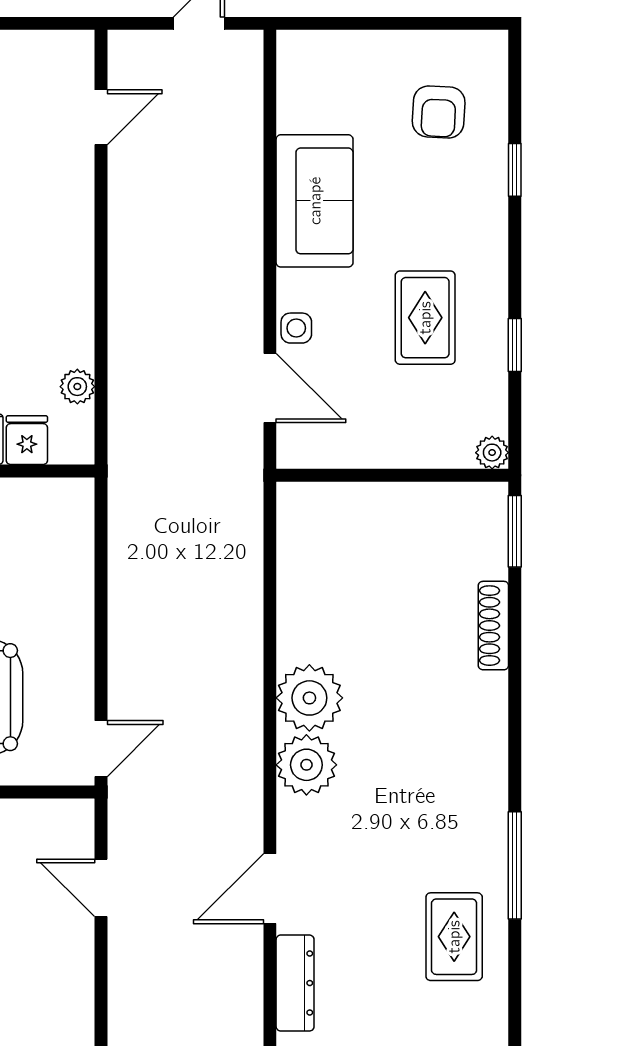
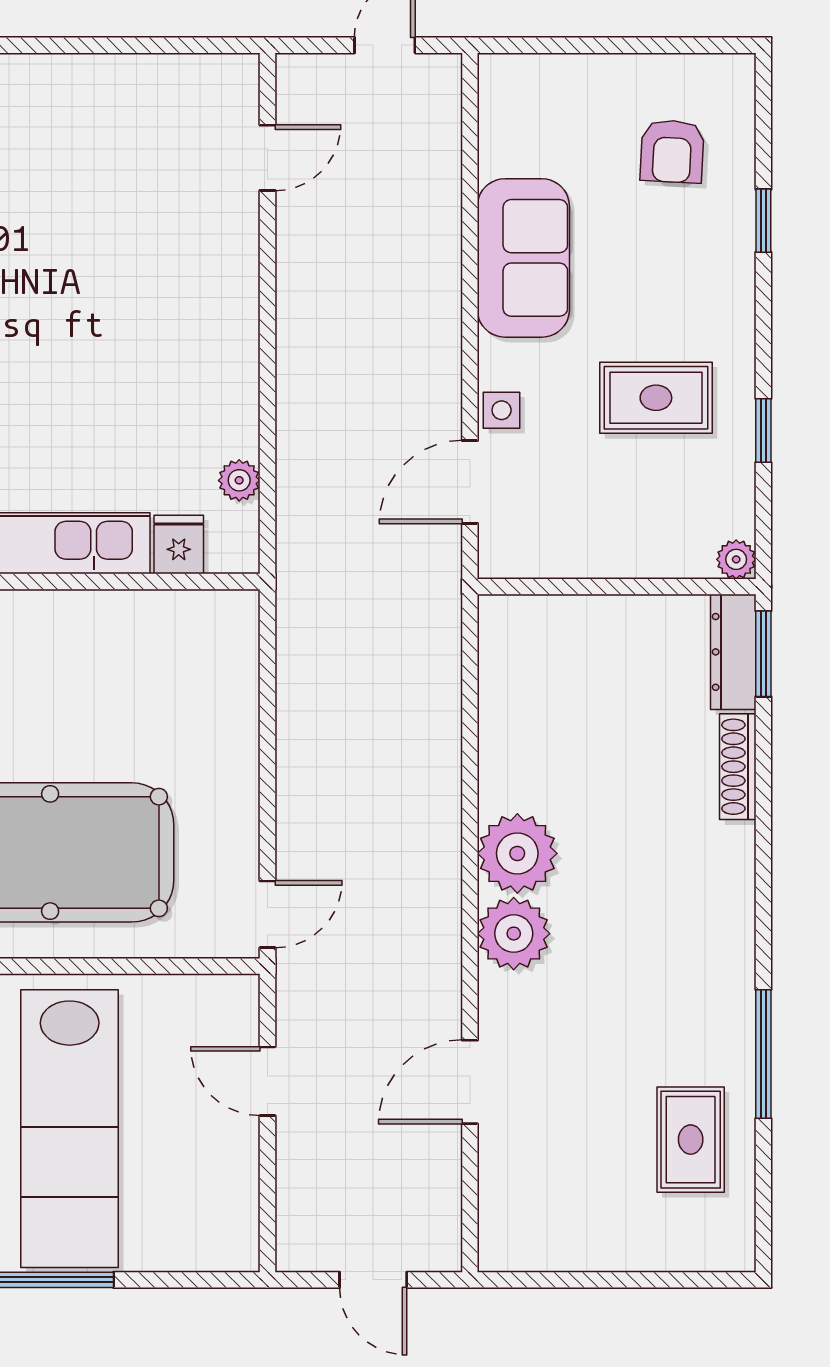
rug: (425, 318) -> (656, 398), turned 90
door: (270, 388) -> (470, 482), swing flipped
dresser: (295, 983) -> (733, 652), moved, turned 180

